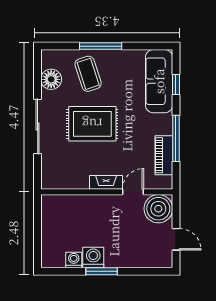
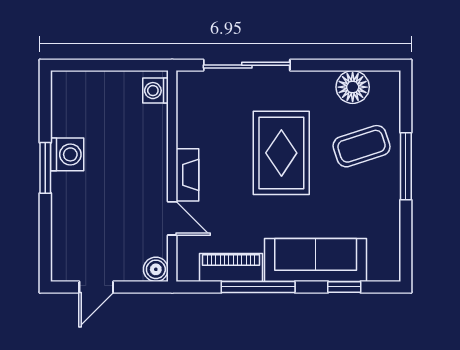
sofa: (159, 81) -> (316, 260), moved
sliding door: (38, 127) -> (247, 65), moved
boiler: (158, 209) -> (156, 269), width x0.54, depth x0.54
washing machine: (74, 260) -> (155, 91), moved, turned 180

